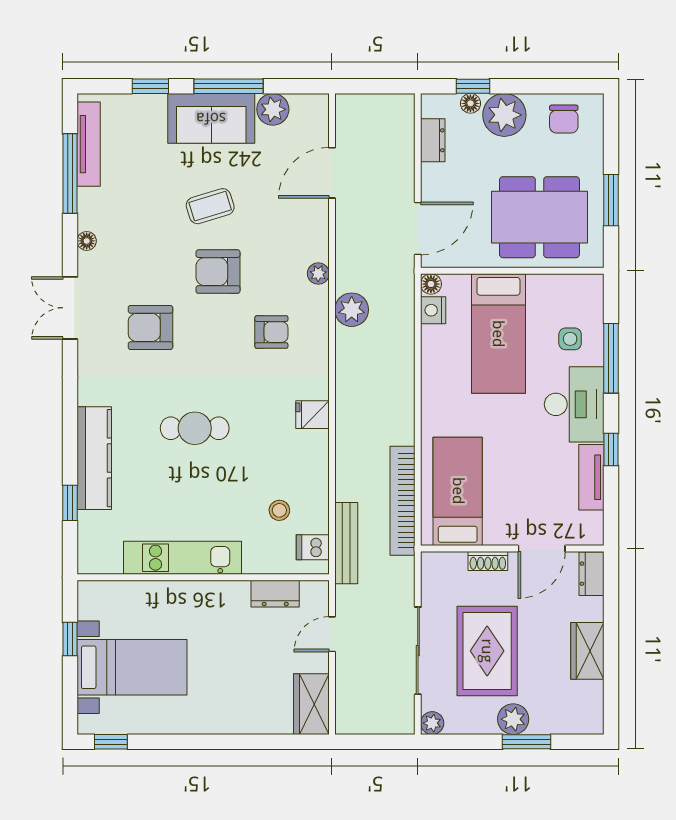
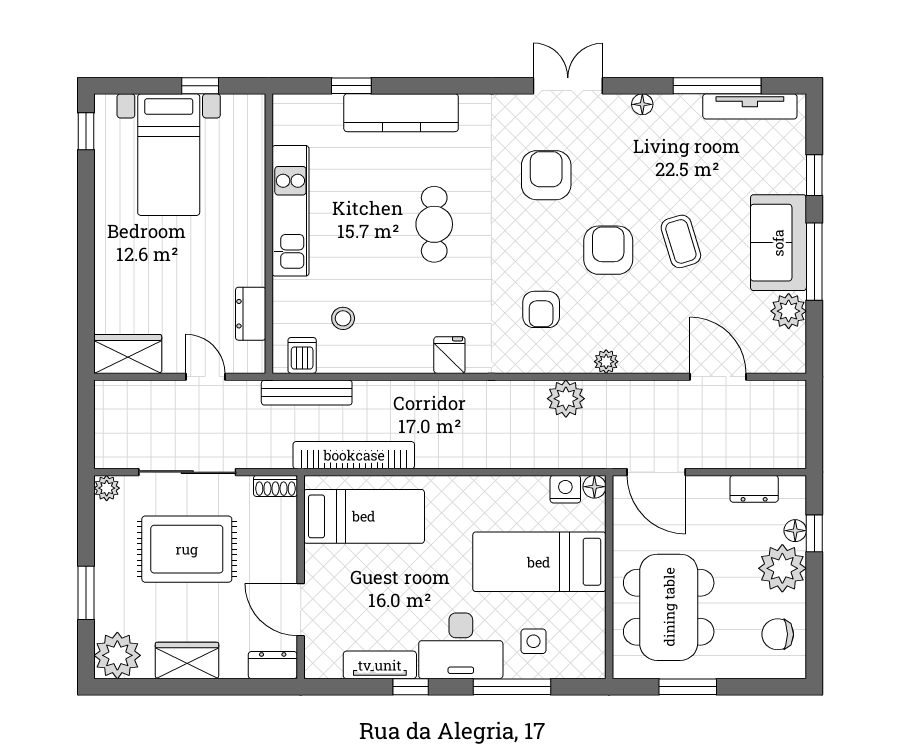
shoe rack: (488, 561) -> (275, 486), moved, turned -90
plant: (513, 719) -> (117, 655), moved, width x1.36, depth x1.36

